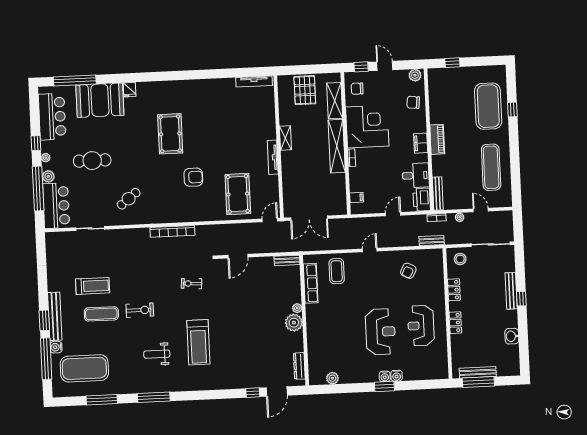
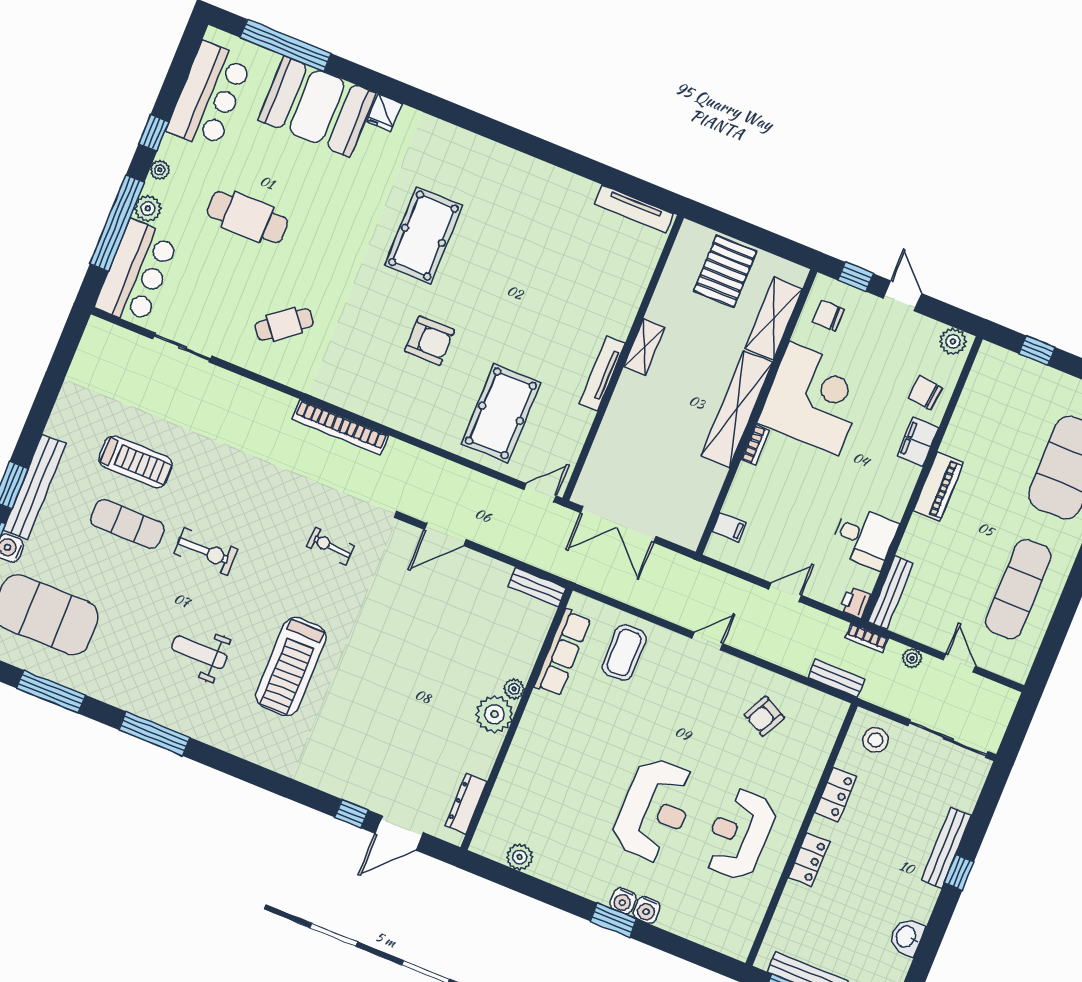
filing cabinet: (421, 143) -> (918, 442), moved
printer: (422, 200) -> (855, 602), width x0.53, depth x0.68

